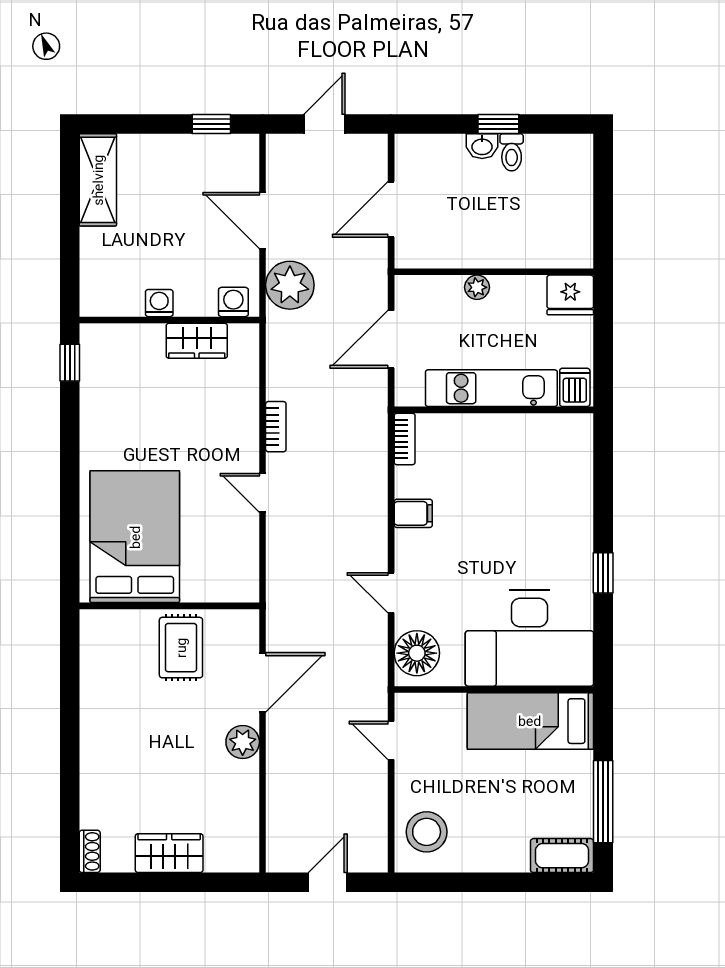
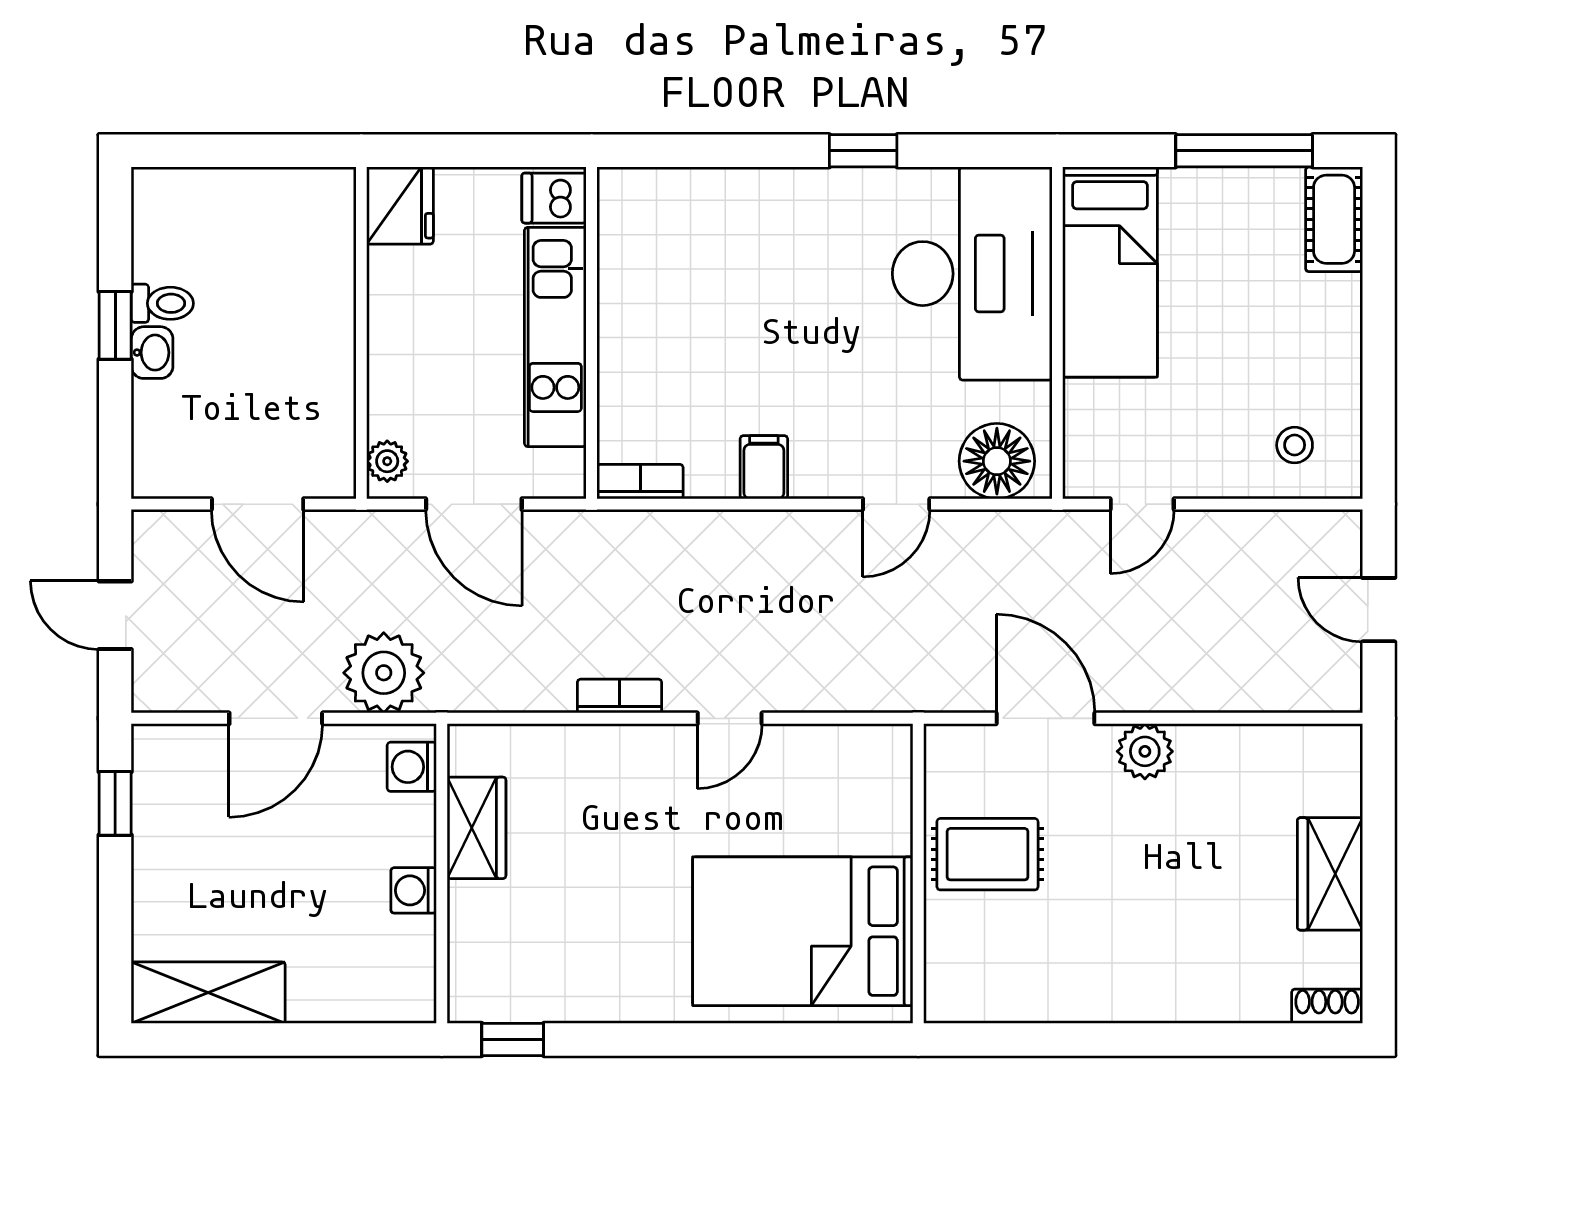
plant: (477, 287) -> (387, 461), moved
stool: (427, 832) -> (1295, 445), width x0.53, depth x0.53

